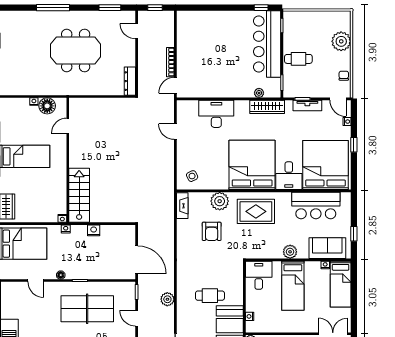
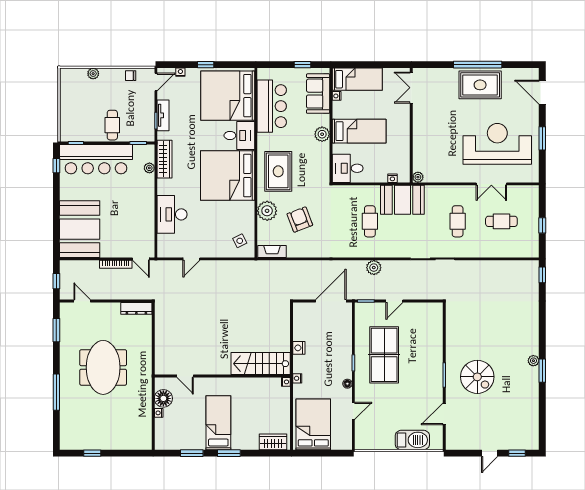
booth: (203, 29) -> (80, 229), added
door: (137, 31) -> (82, 301), swing flipped
plant: (341, 41) -> (93, 74), width x0.53, depth x0.53
armchair: (212, 231) -> (300, 220), turned -111

